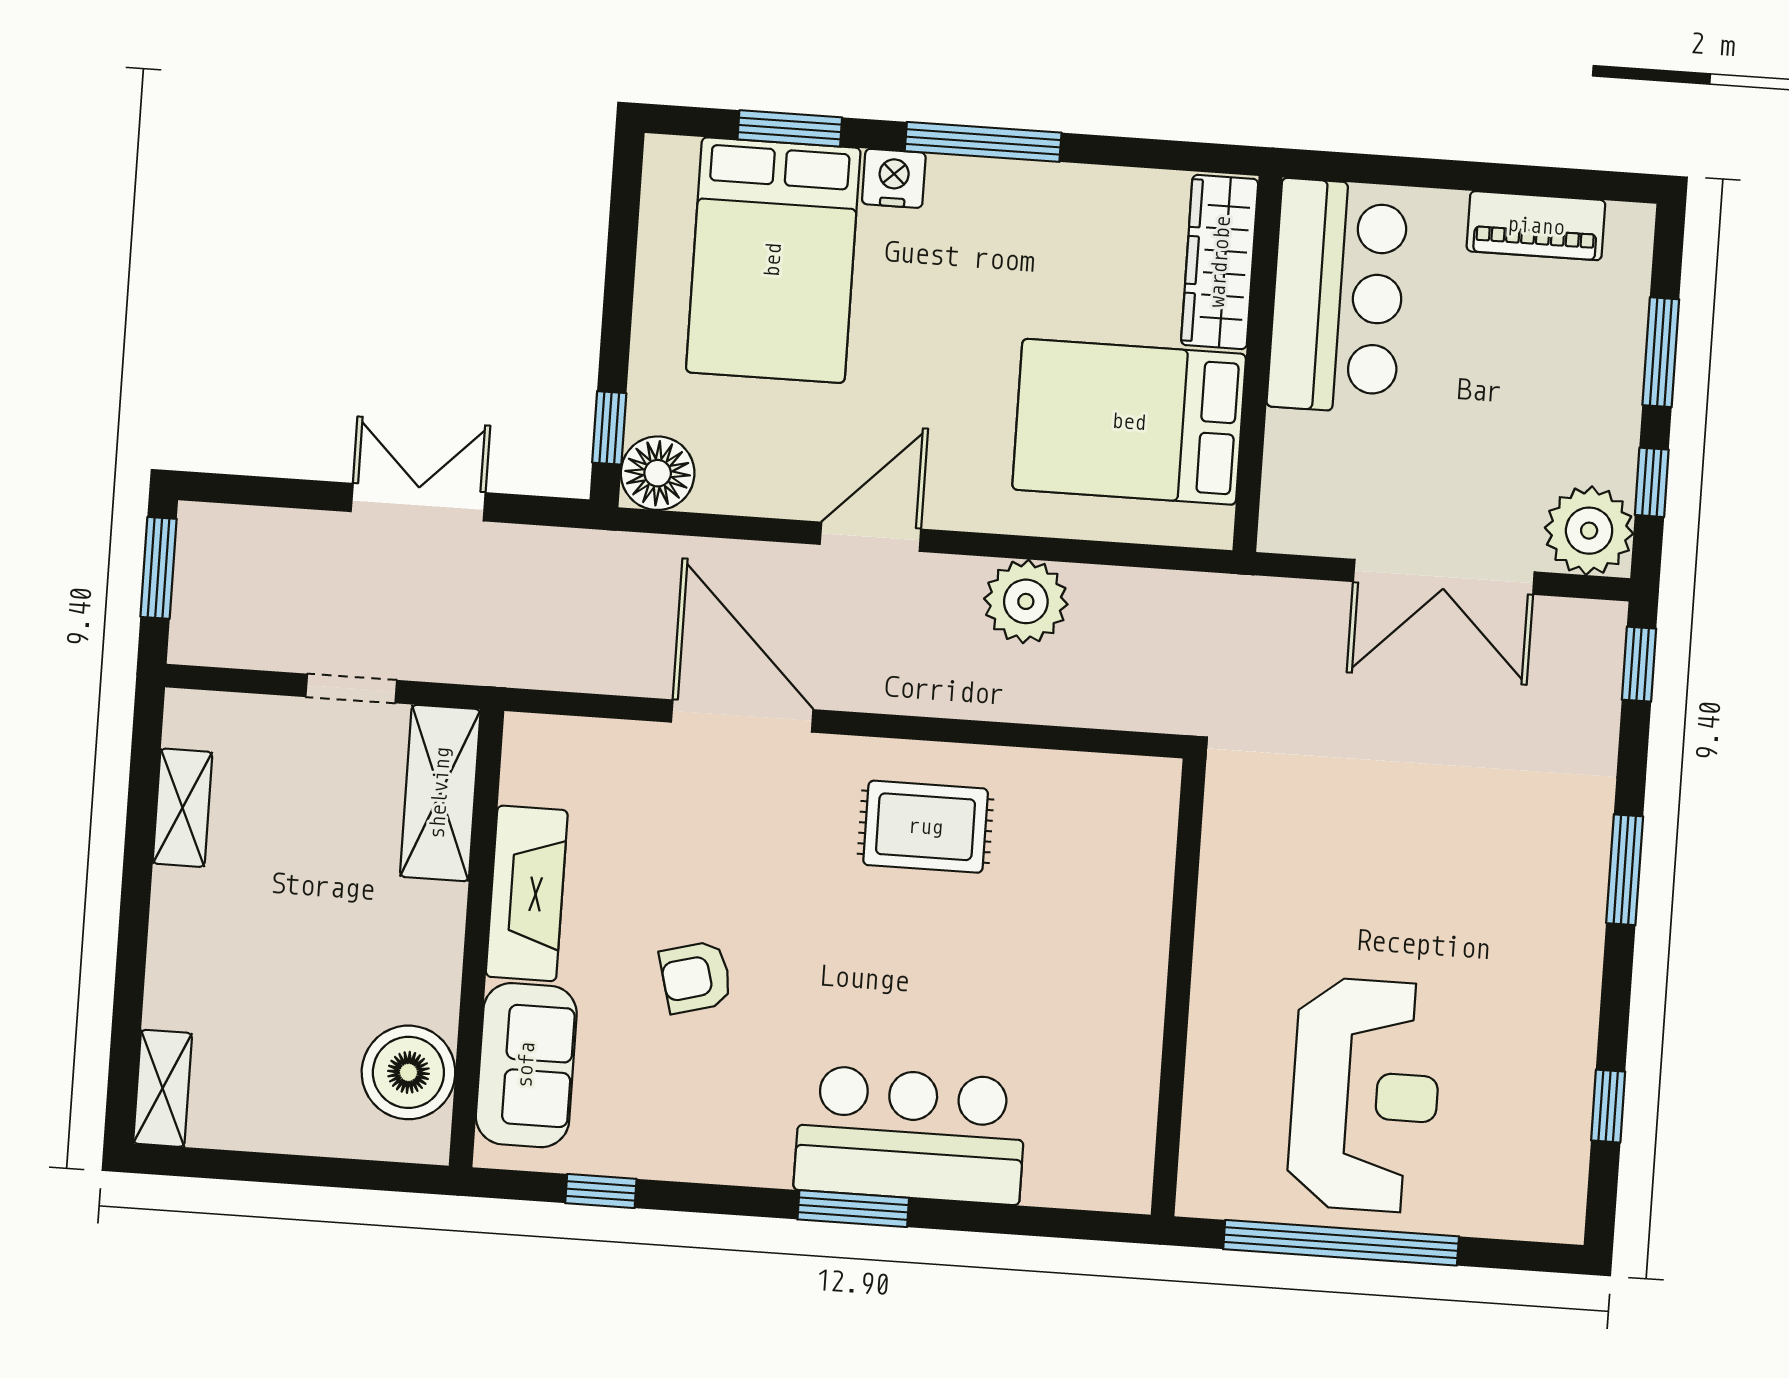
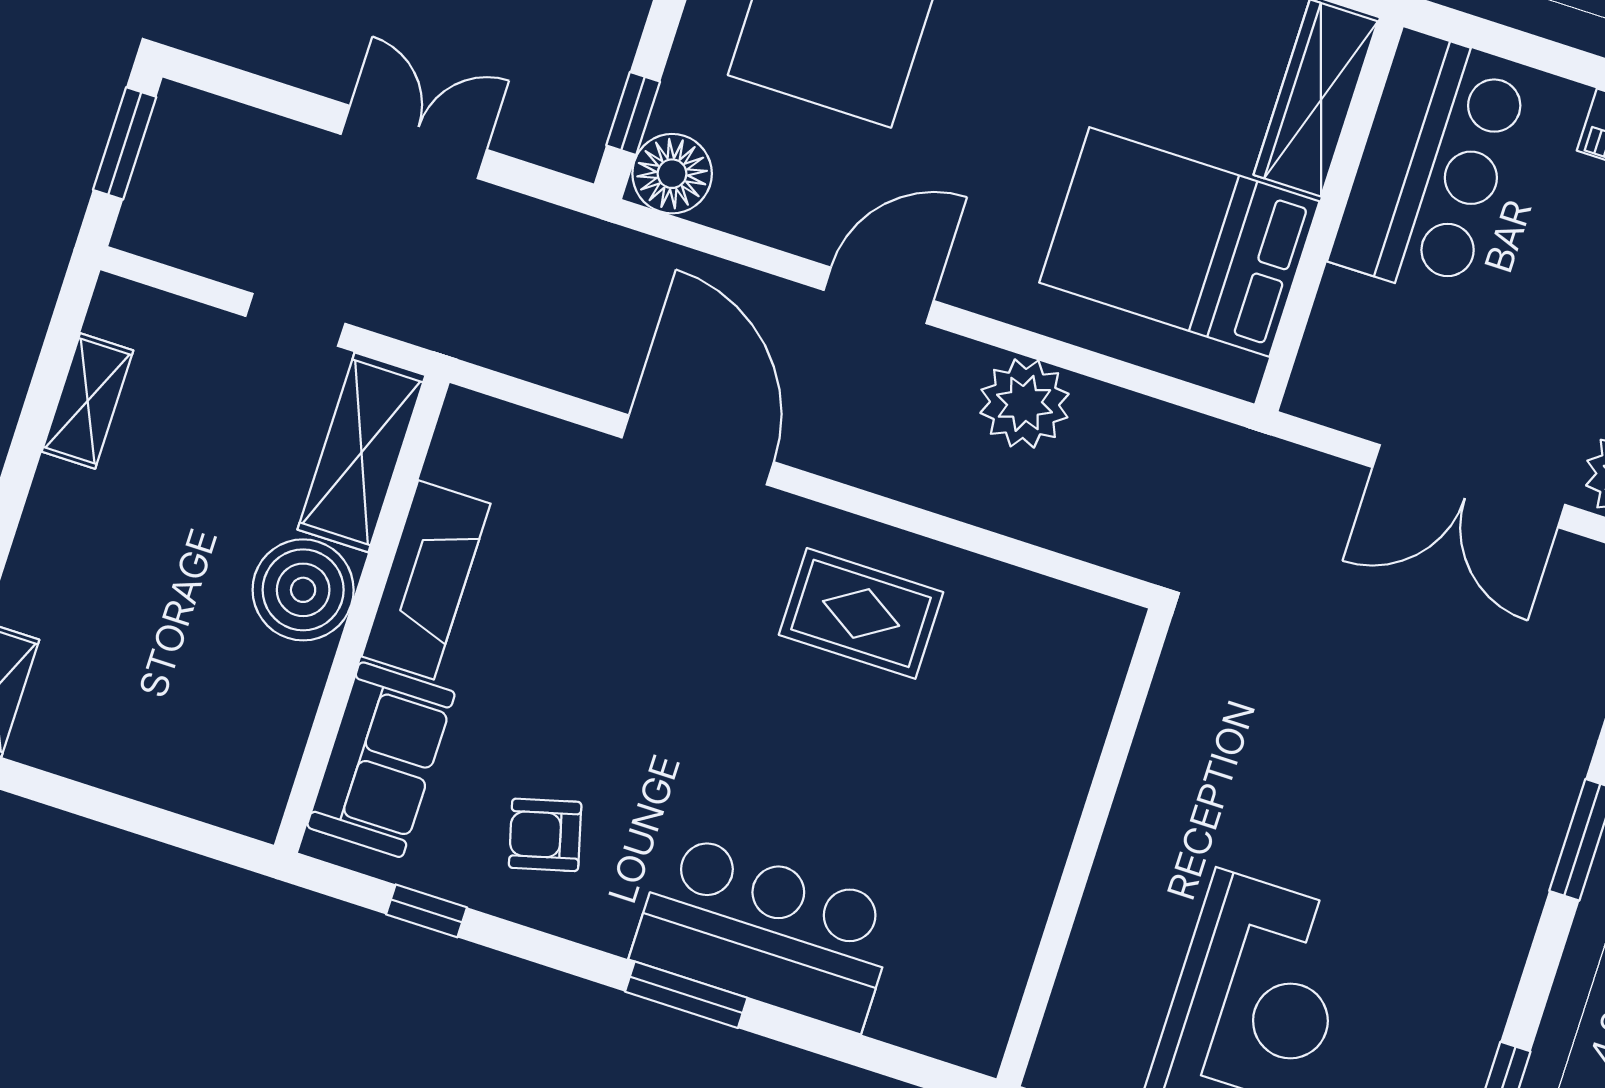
armchair: (696, 977) -> (545, 835), moved
boiler: (408, 1072) -> (303, 590), moved

